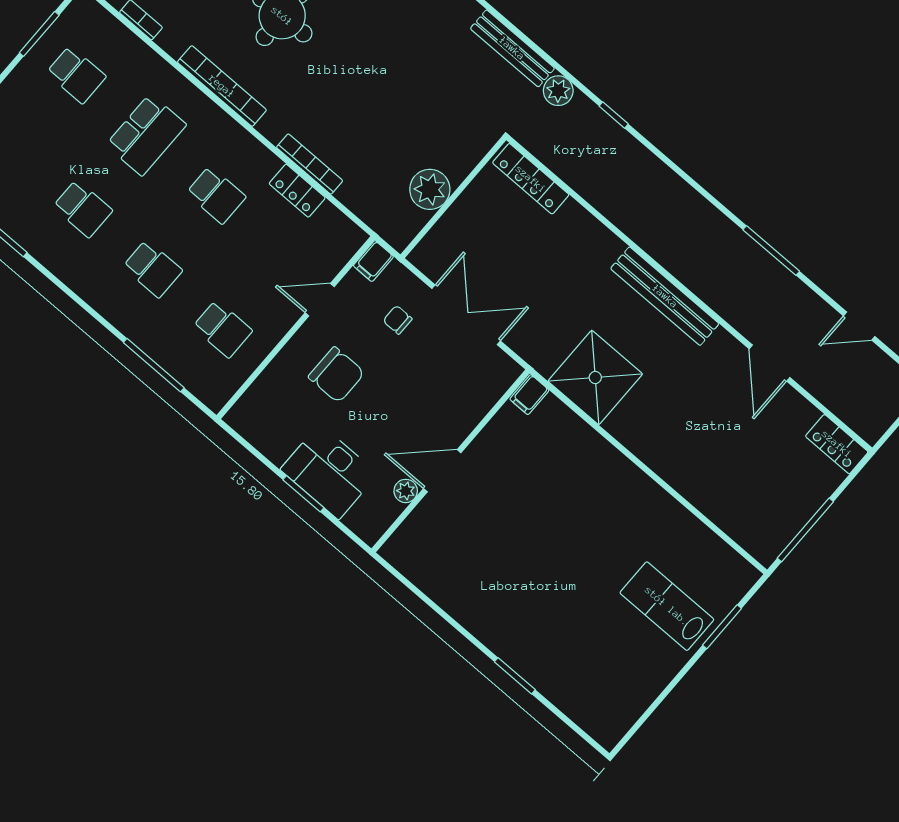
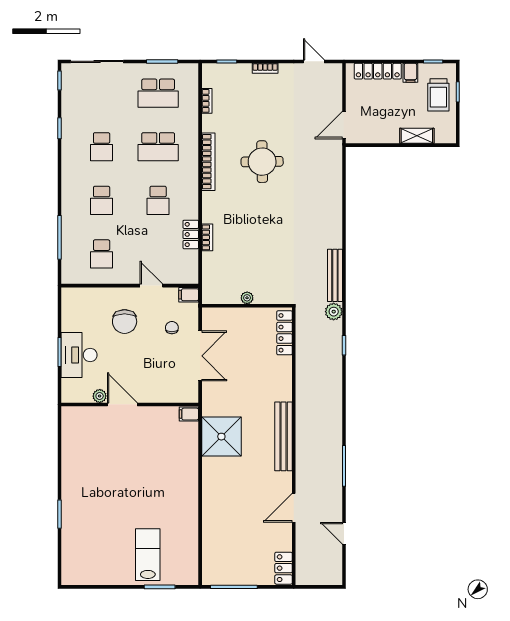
school desk: (76, 75) -> (158, 93), width x1.85
bookcase: (310, 164) -> (207, 237), width x0.64
plant: (430, 189) -> (247, 298), width x0.53, depth x0.53

